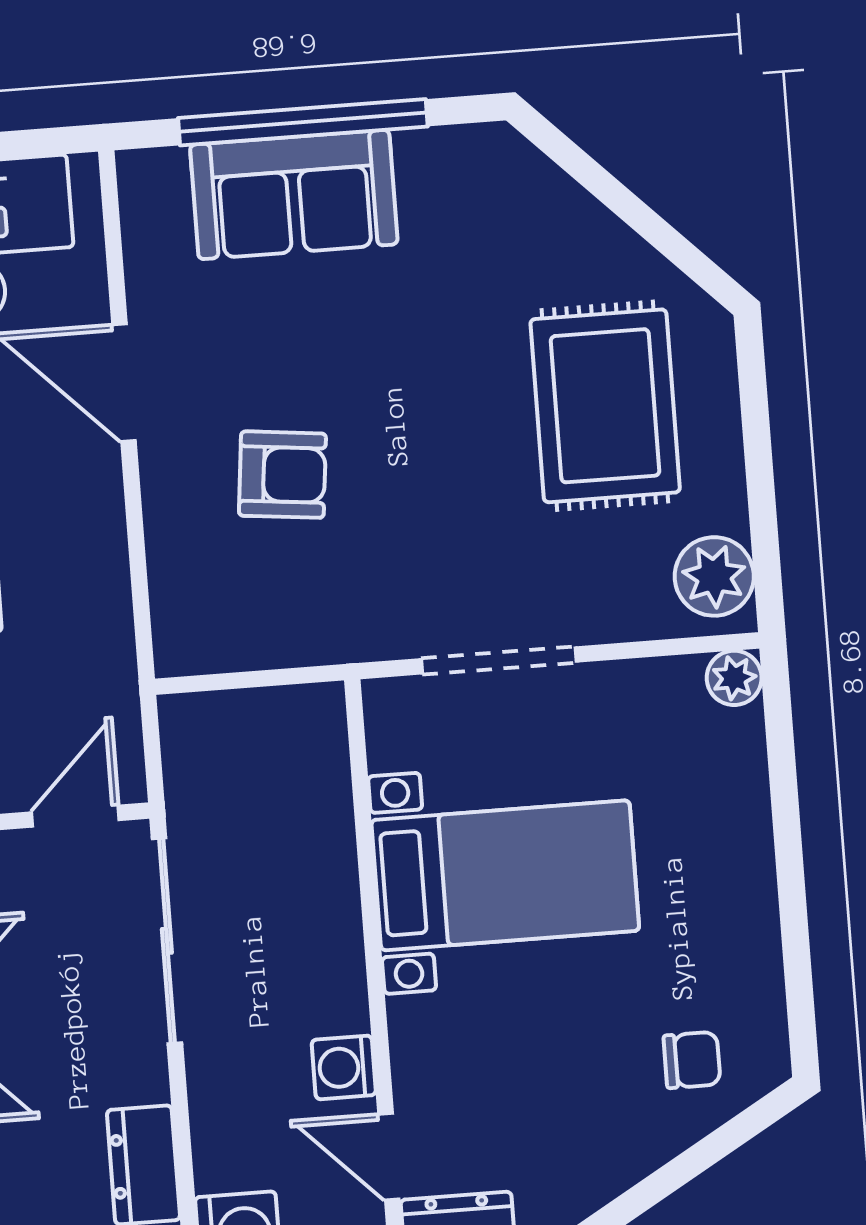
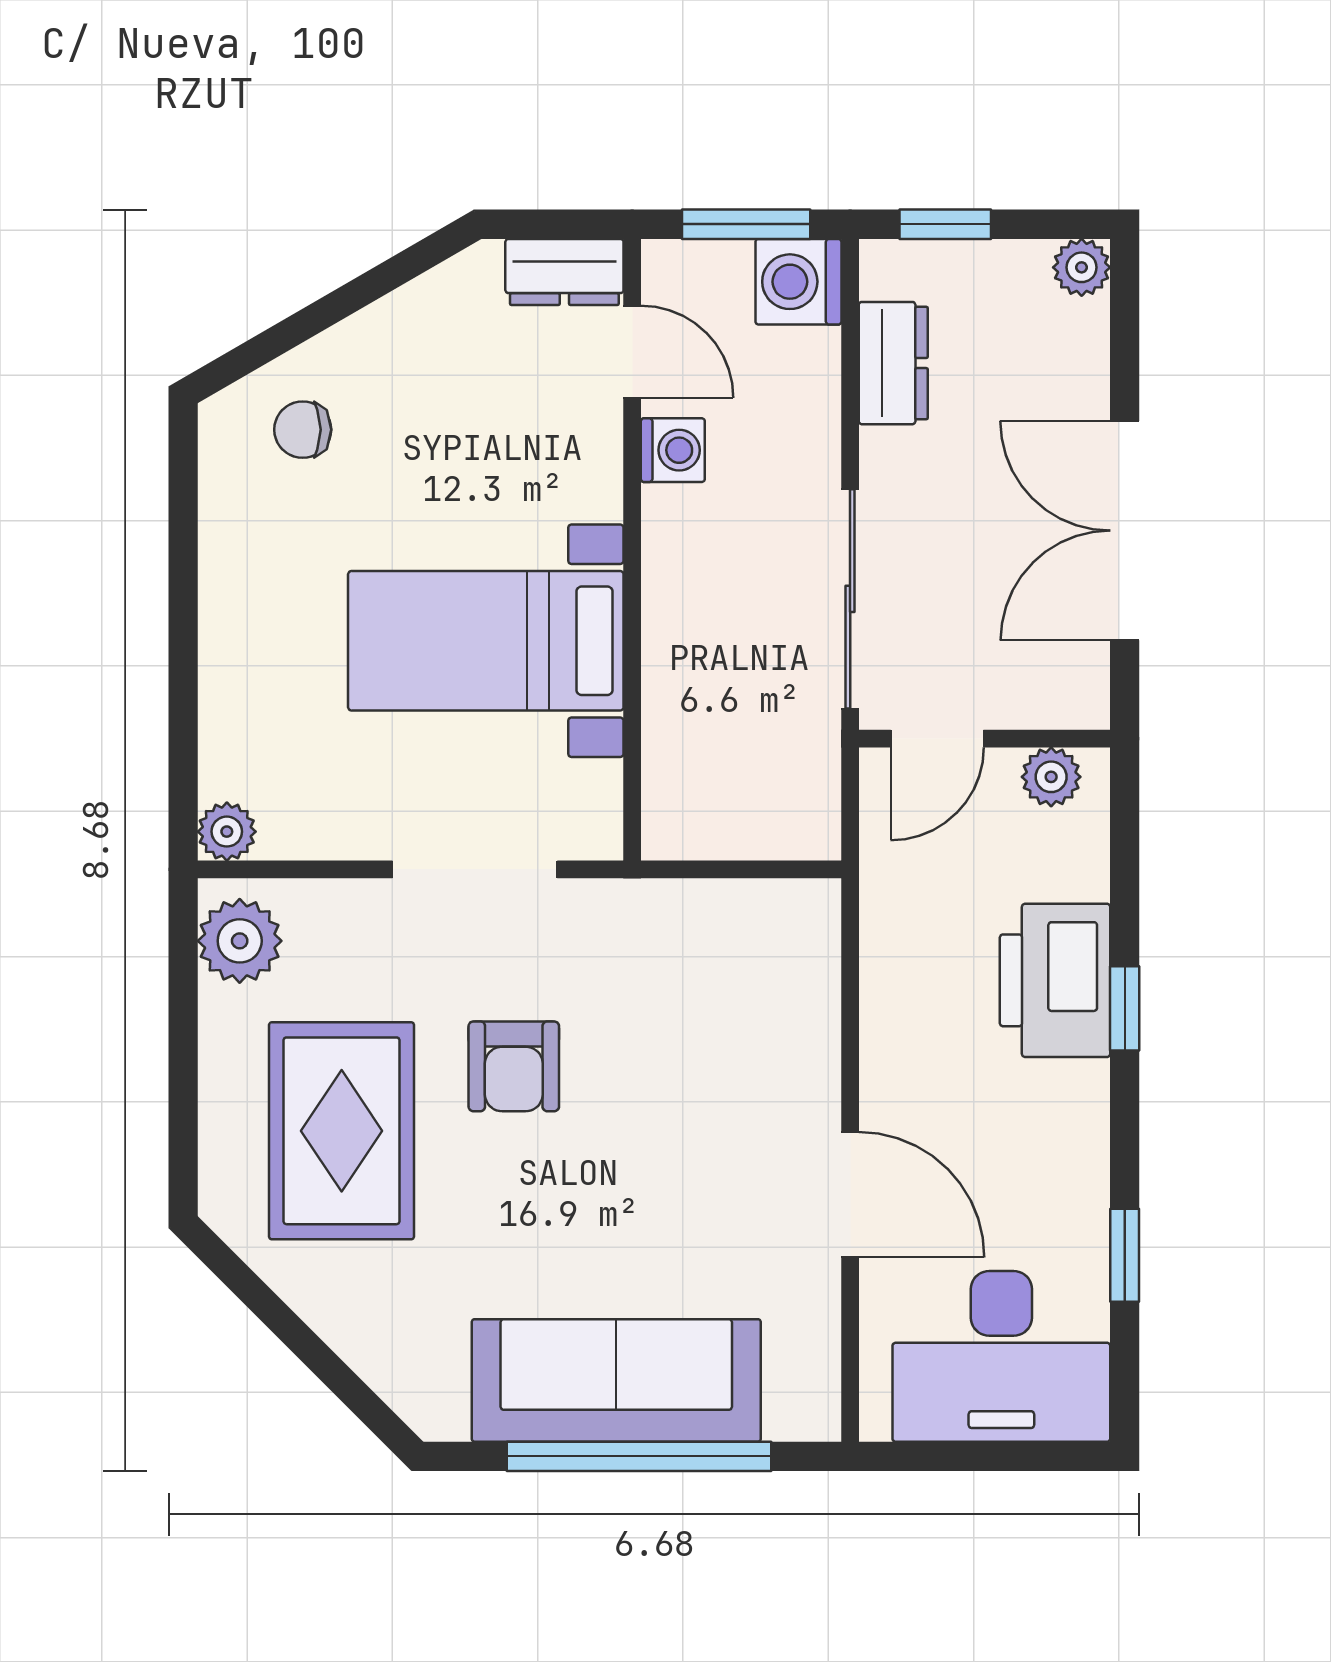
sofa: (294, 194) -> (616, 1380), width x1.36
armchair: (282, 475) -> (514, 1066), moved, turned -96

